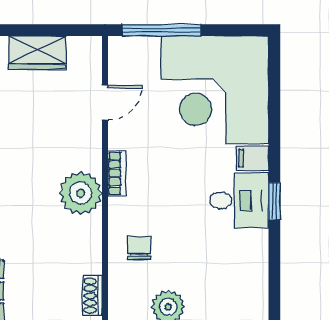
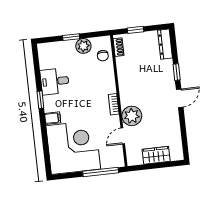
plant: (81, 193) -> (132, 116), moved
desk: (239, 200) -> (55, 81), moved
chair: (139, 248) -> (103, 56), moved

